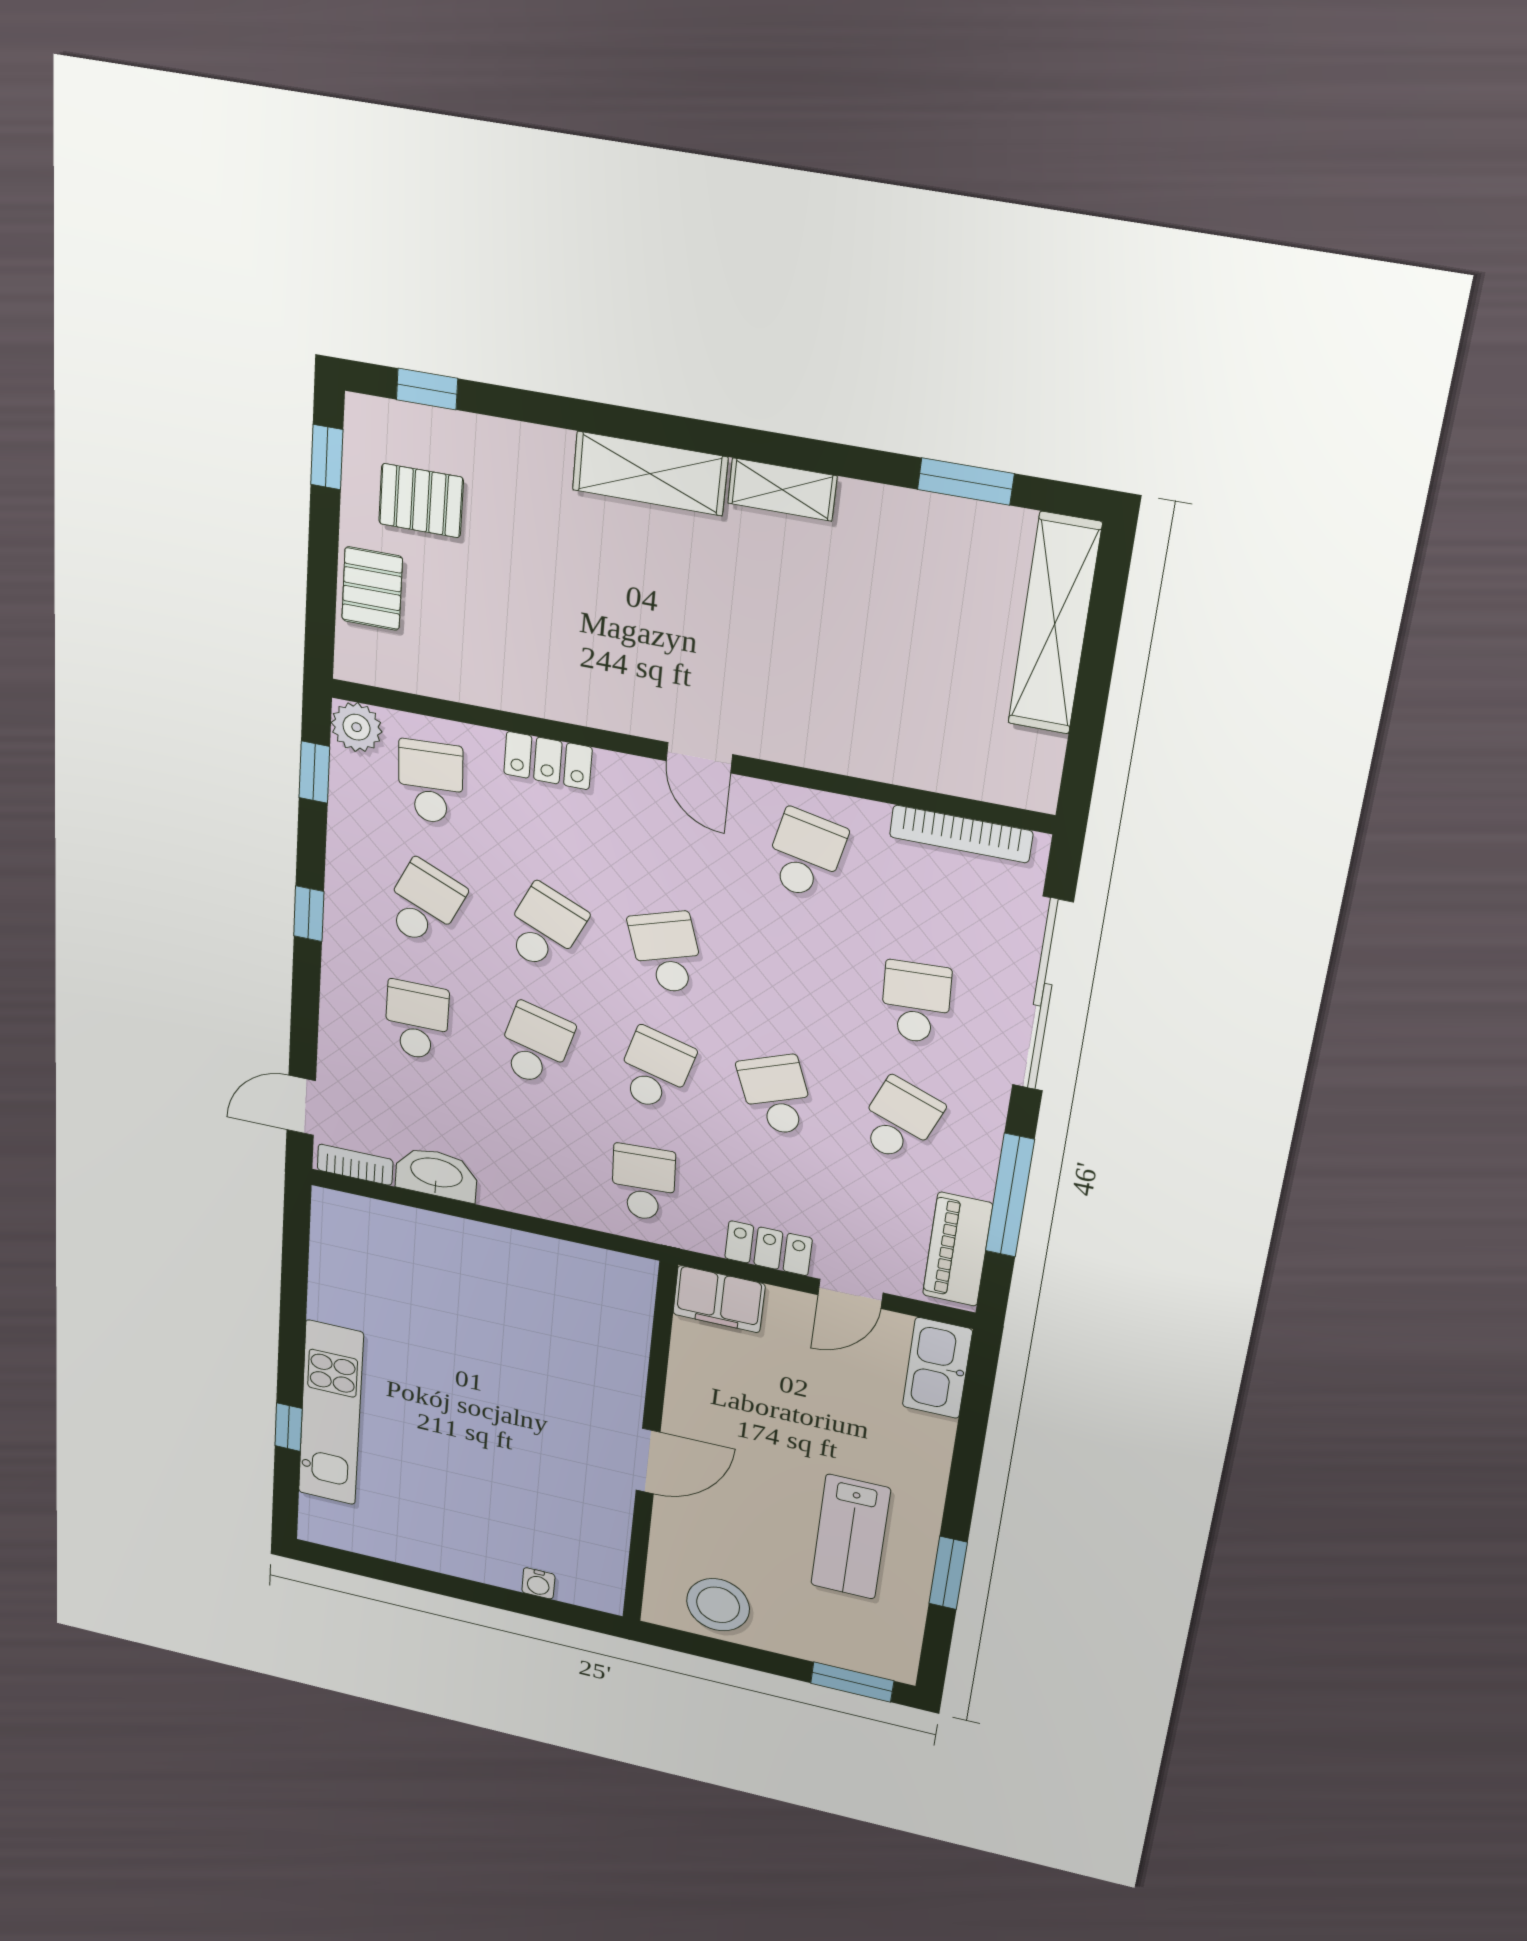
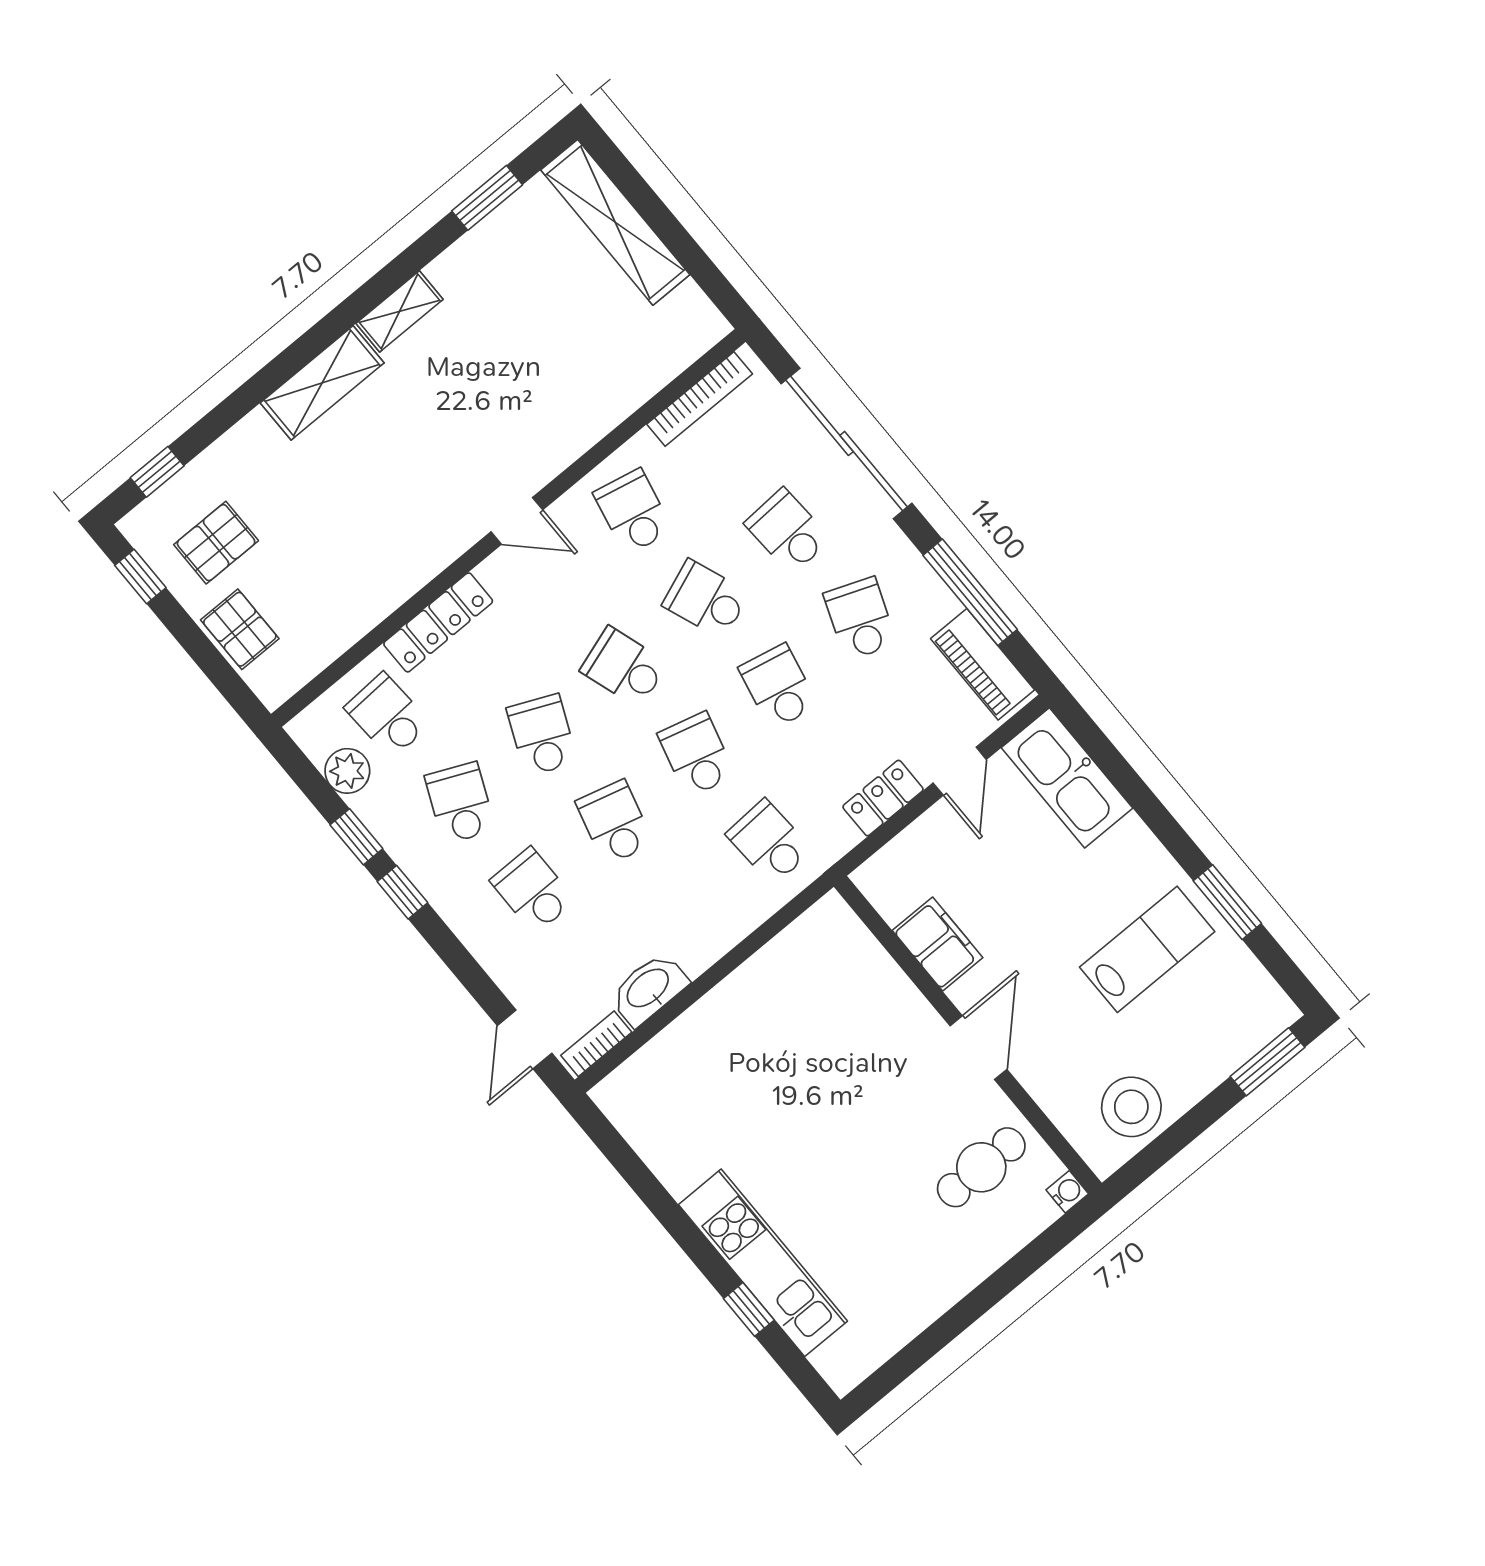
plant: (357, 727) -> (347, 771), moved
locker: (548, 761) -> (438, 622), width x1.53
window: (314, 772) -> (356, 837), moved
school desk: (790, 977) -> (706, 599), added
school desk: (776, 1095) -> (778, 687), turned 33
filing cabinet: (719, 1299) -> (938, 944), moved, turned -90
kitchen sink: (937, 1368) -> (1067, 778), width x1.36, depth x1.24
cafe table: (562, 1525) -> (981, 1167), added
lab bench: (851, 1537) -> (1147, 949), turned -90
water cooler: (538, 1583) -> (1067, 1192), moved, turned -90

